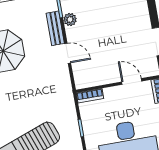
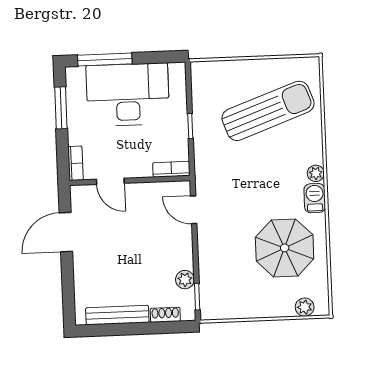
bench: (55, 28) -> (207, 270), removed
door: (68, 53) -> (194, 210), moved

